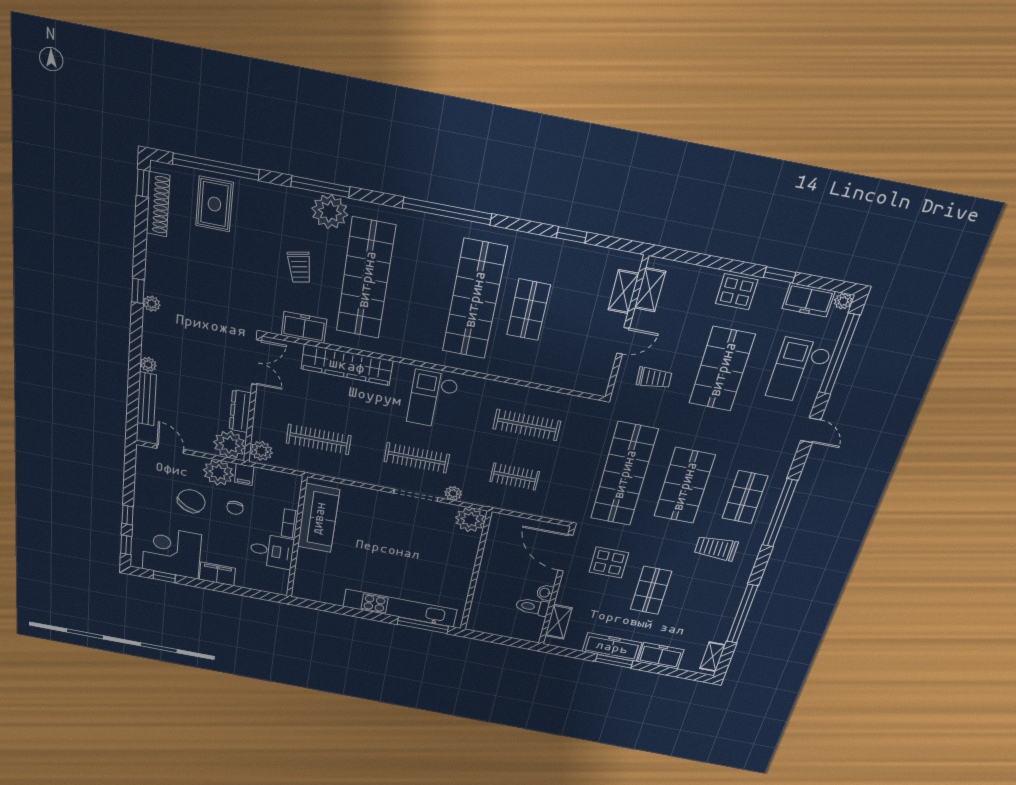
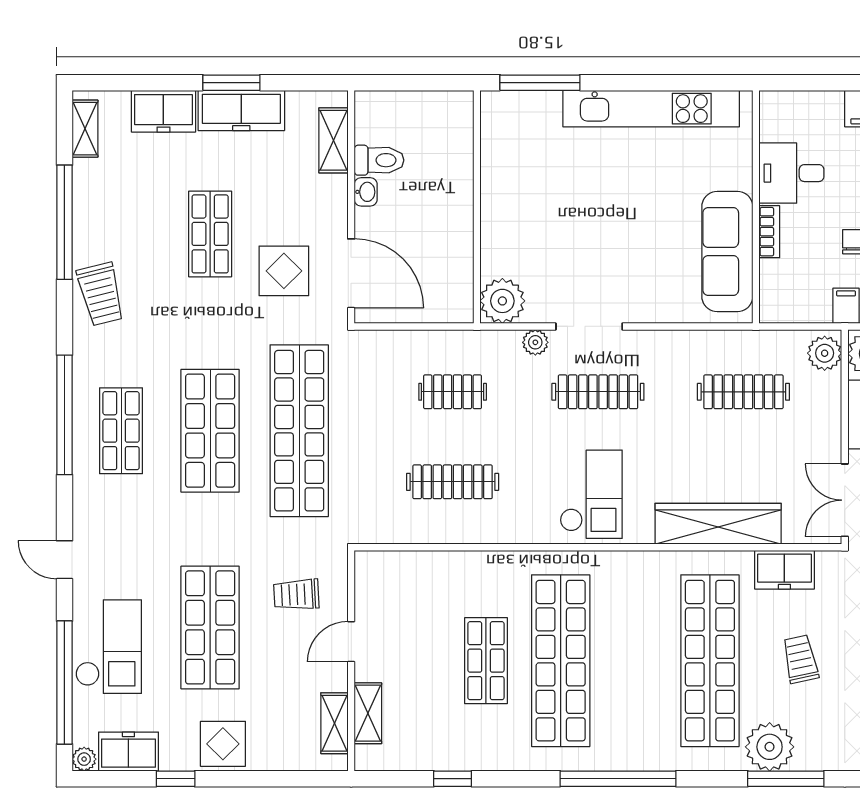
trolley: (716, 548) -> (101, 294), moved, turned 76
kitchen unit: (400, 608) -> (651, 109), moved

